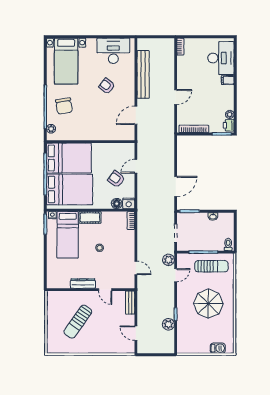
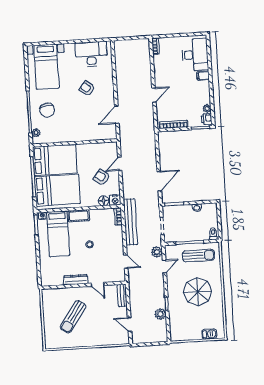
bench: (143, 74) -> (130, 222), moved

